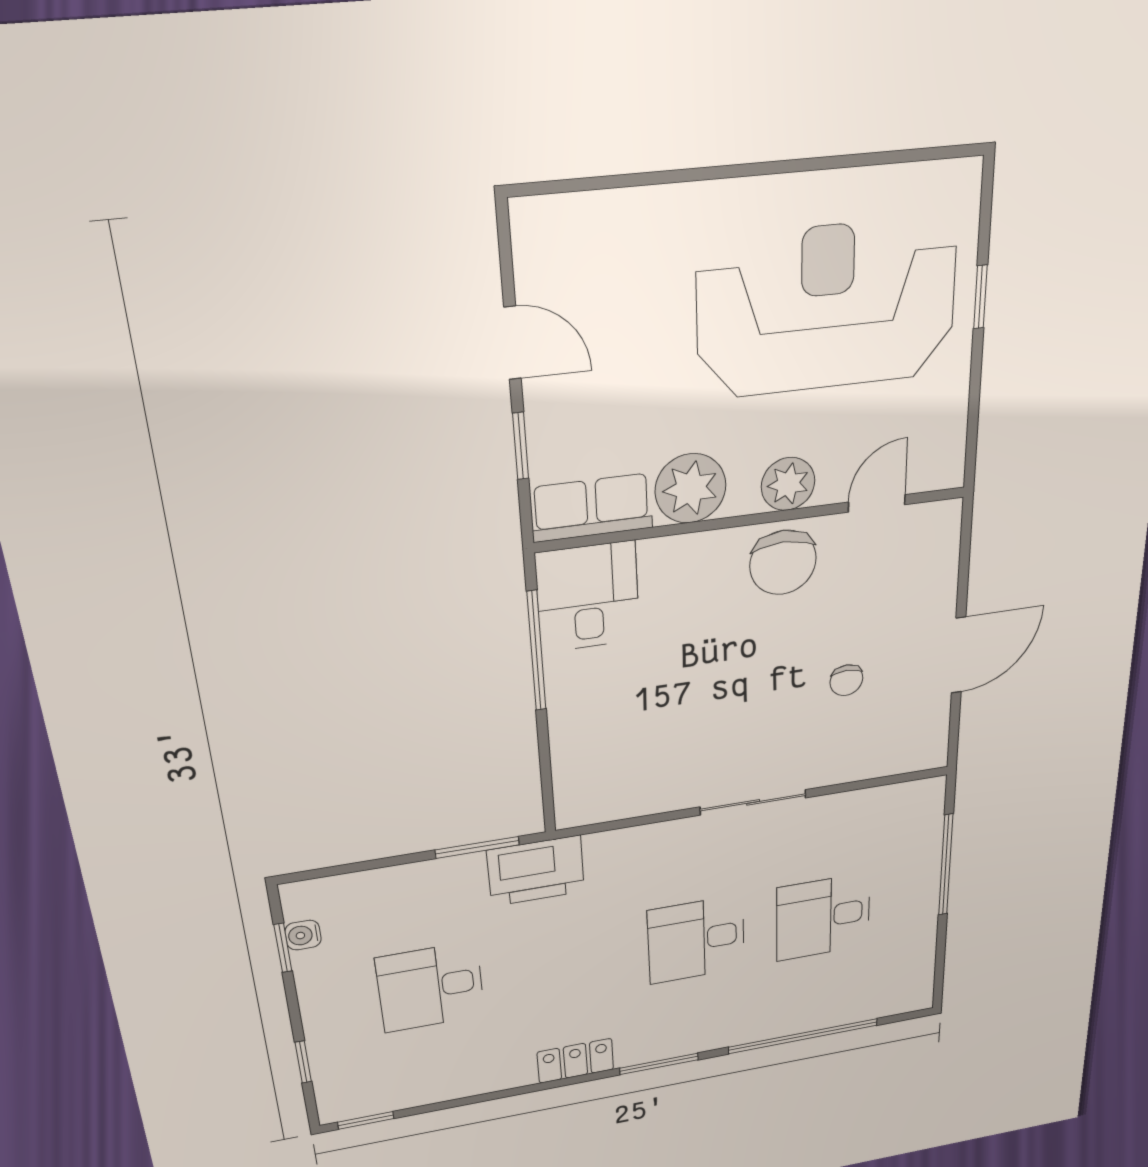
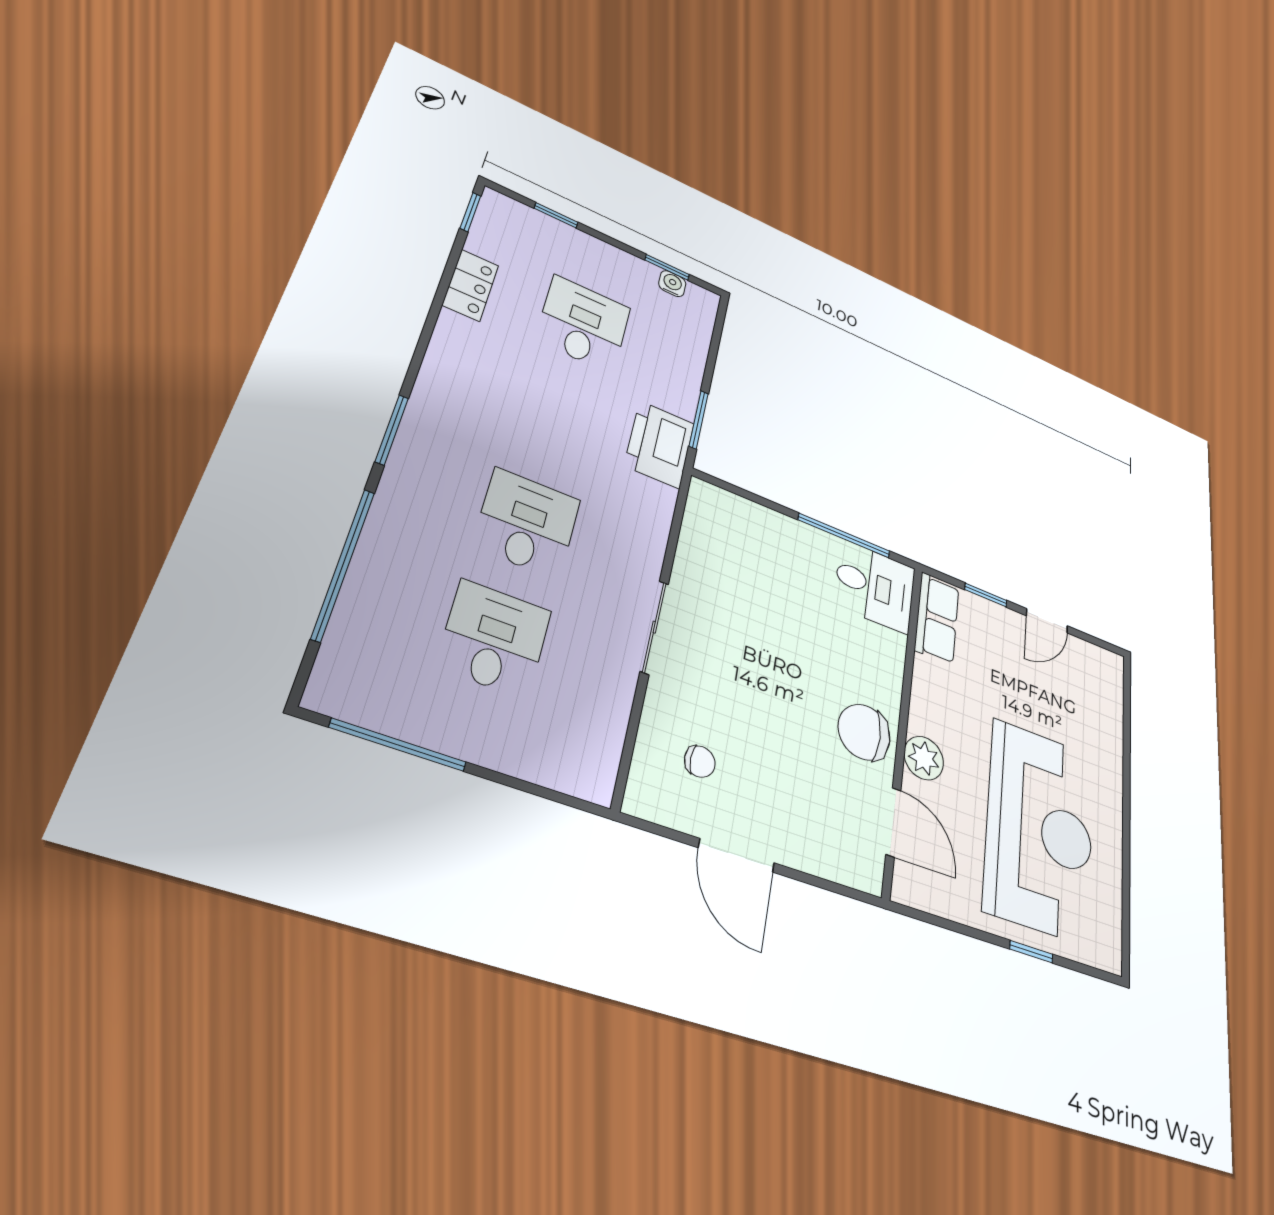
plant: (691, 488) -> (936, 688), removed
door: (877, 503) -> (893, 822), width x1.38
chair: (846, 680) -> (700, 762), moved, turned 180
window: (946, 865) -> (398, 745), moved
locker: (575, 1061) -> (471, 285), moved

